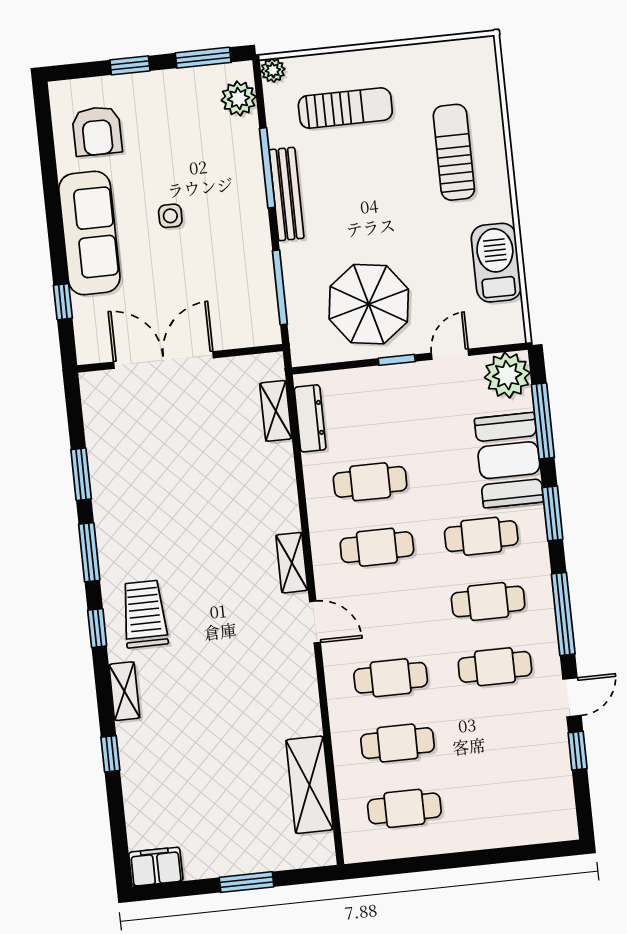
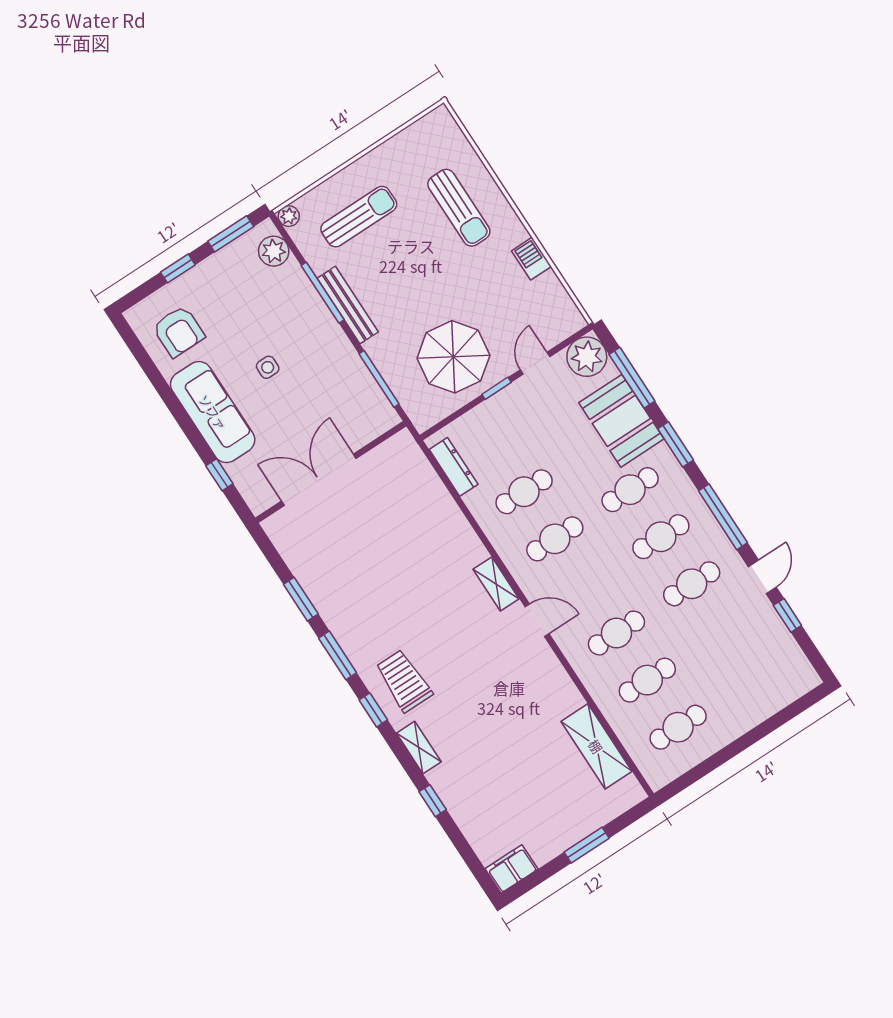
sun lounger: (454, 152) -> (459, 208), turned 180
barbecue: (496, 263) -> (531, 259), width x0.53, depth x0.65
shelving: (276, 411) -> (424, 475), removed

